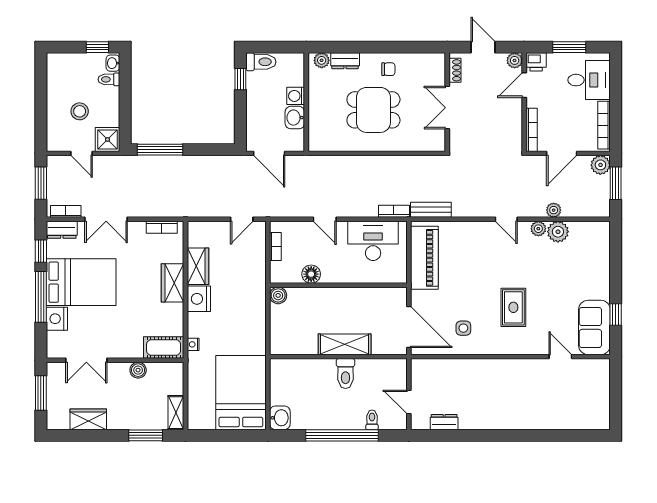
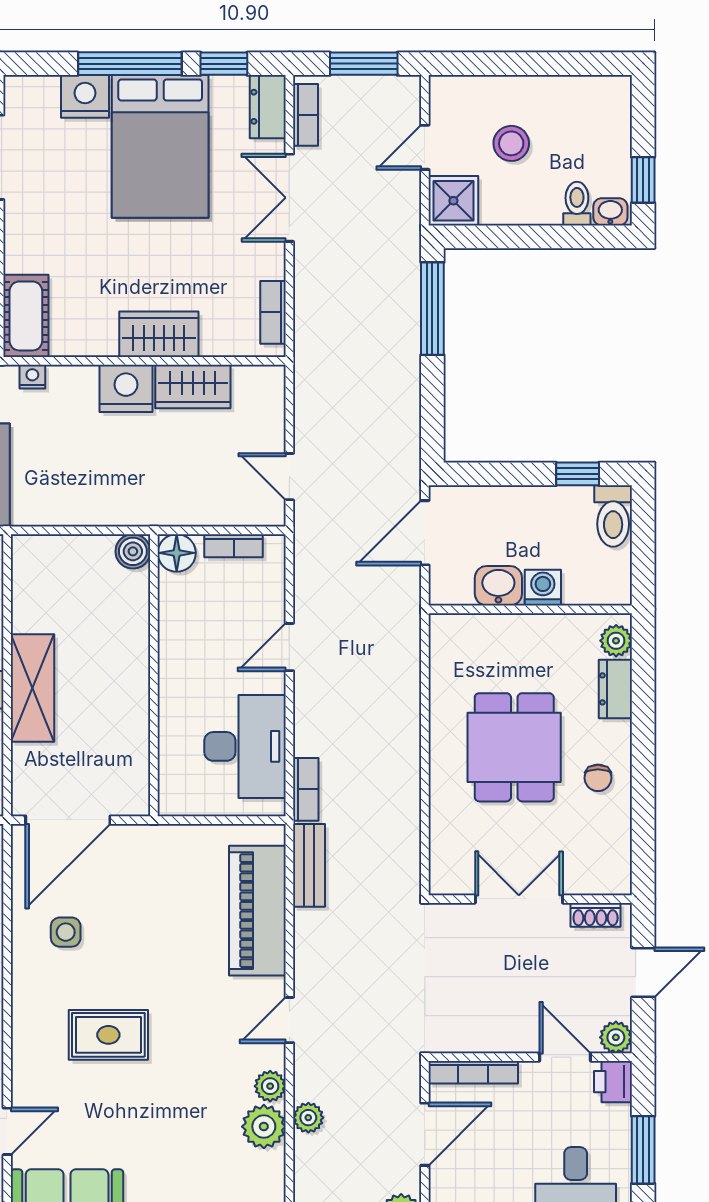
door: (562, 153) -> (425, 1134), swing flipped
piano: (424, 258) -> (257, 911), moved, turned 90
floor lamp: (311, 274) -> (177, 553), moved

